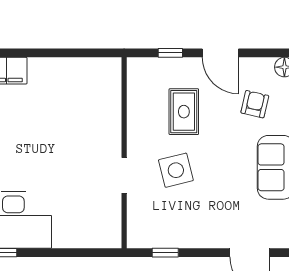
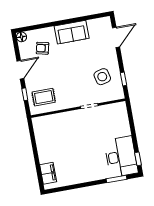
rug: (184, 112) -> (44, 97), moved
side table: (176, 170) -> (102, 77), moved

